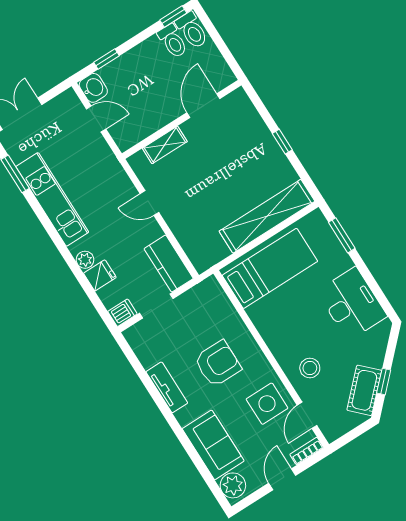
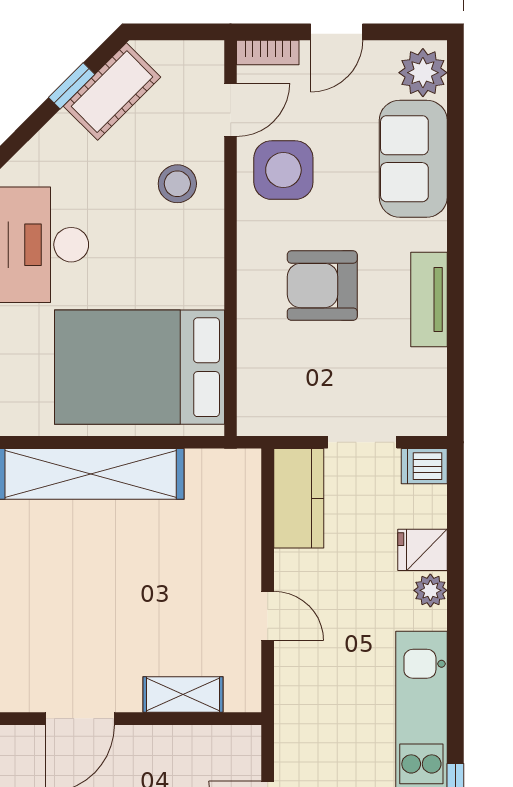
bed: (270, 268) -> (139, 367), width x1.50

